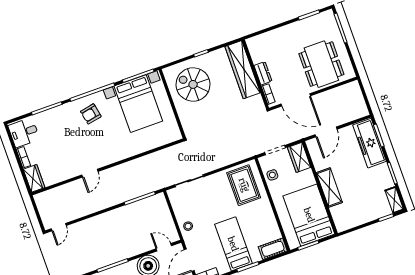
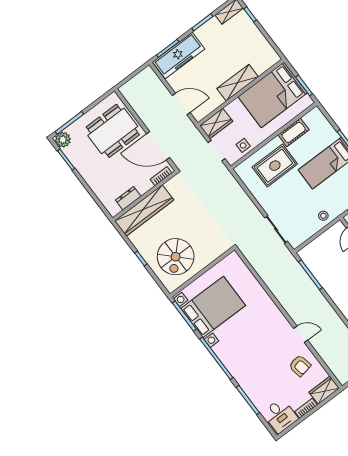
plant: (328, 18) -> (63, 140), added
dresser: (263, 73) -> (128, 198), moved
door: (296, 100) -> (158, 146), swing flipped
armchair: (91, 114) -> (300, 366), moved
rug: (244, 185) -> (275, 166), moved
cot: (273, 249) -> (294, 132), moved, turned 90

